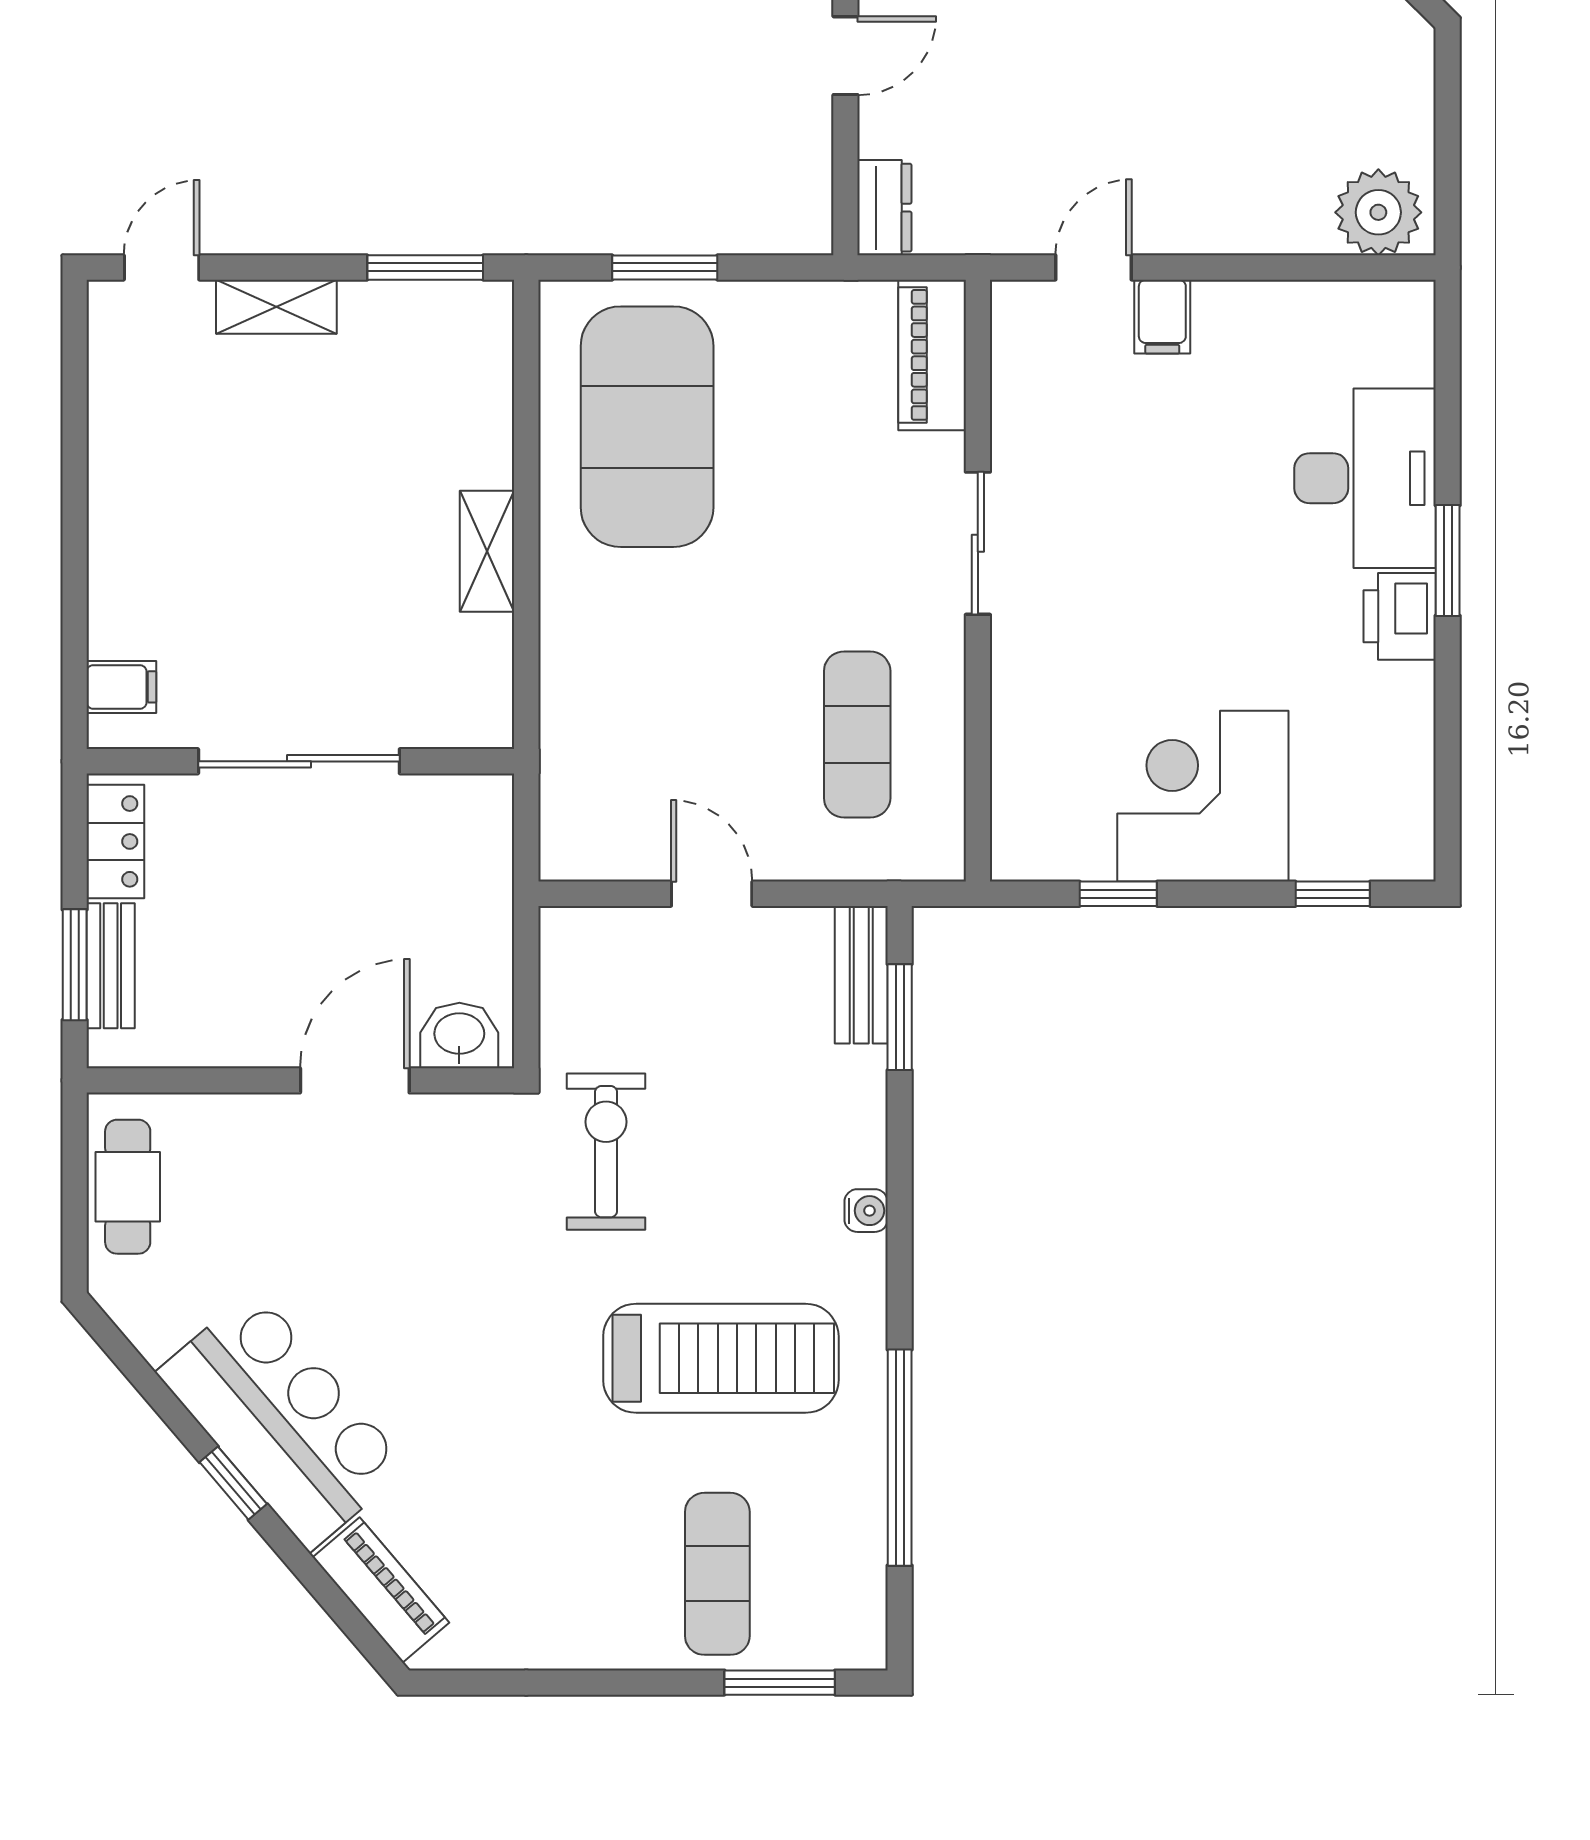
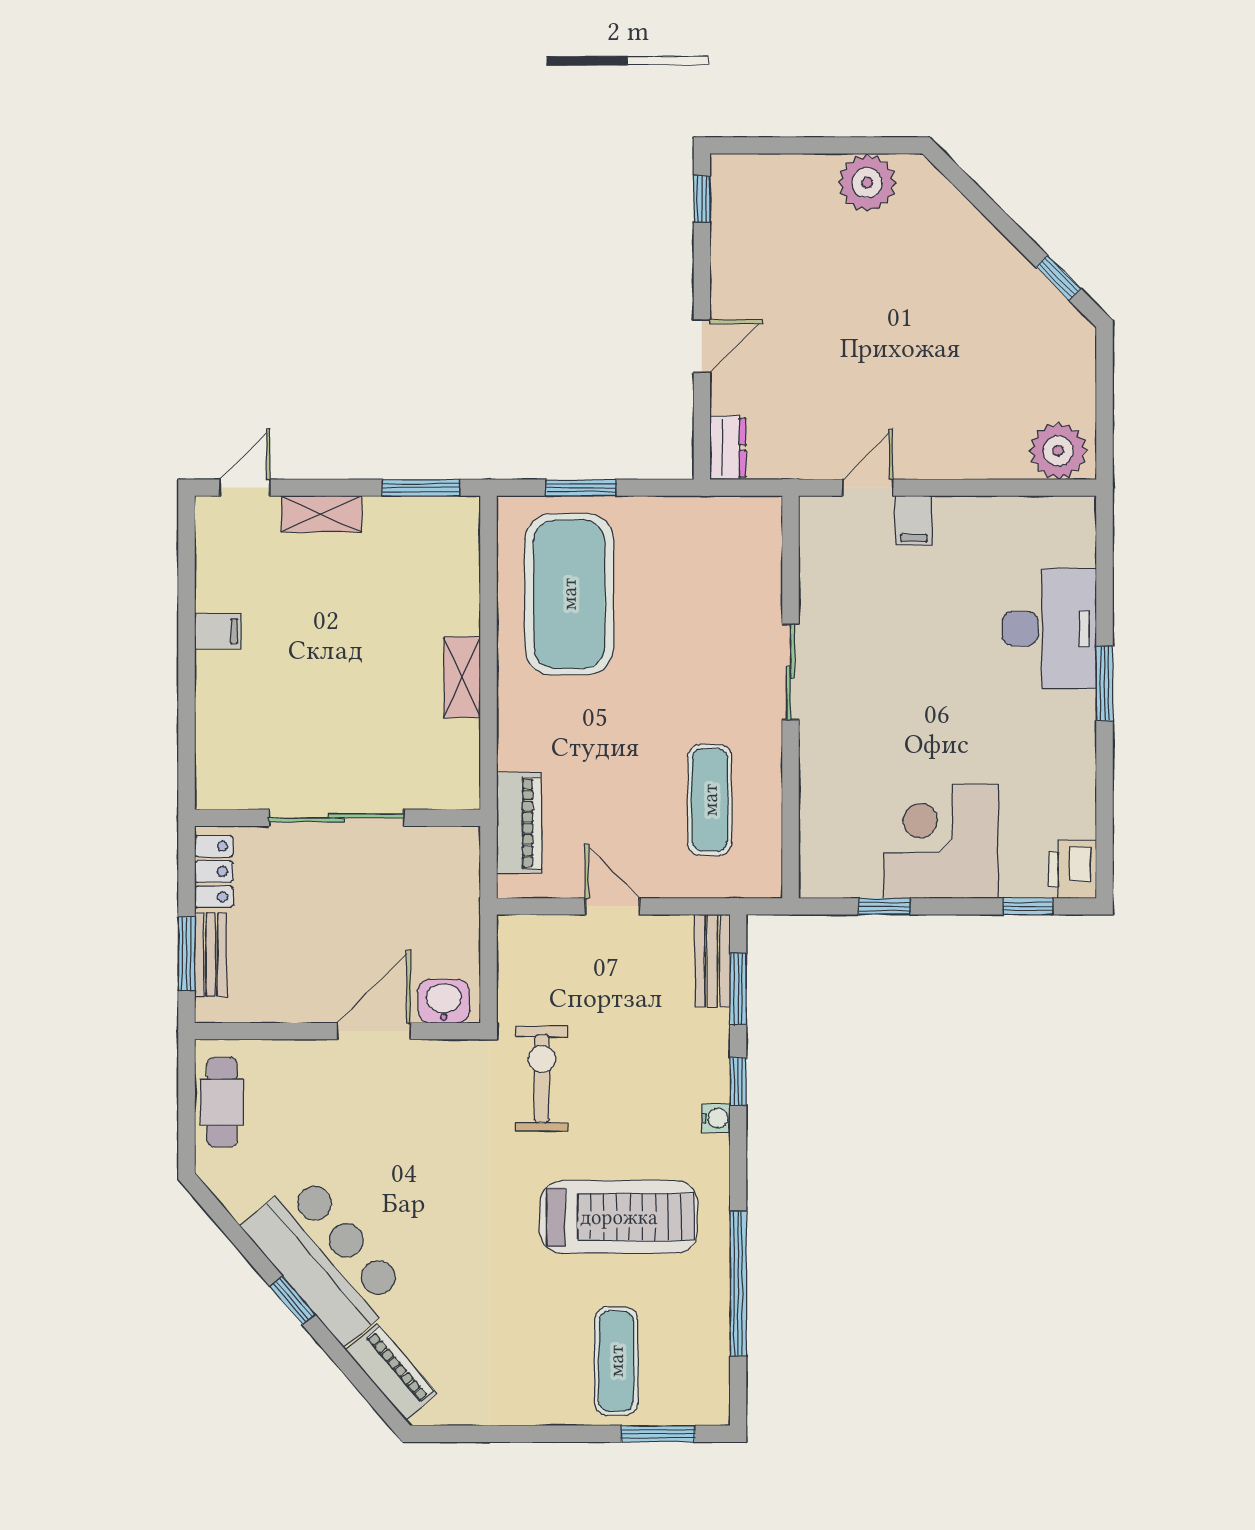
piano: (932, 355) -> (519, 823), moved, turned 180
printer: (1400, 616) -> (1072, 869), moved
filing cabinet: (121, 687) -> (218, 631), moved
window: (900, 1156) -> (738, 1081), added

